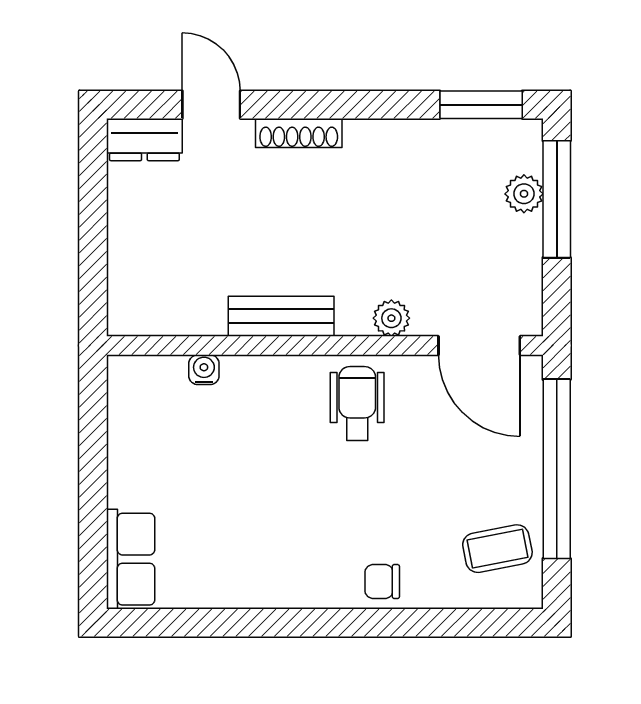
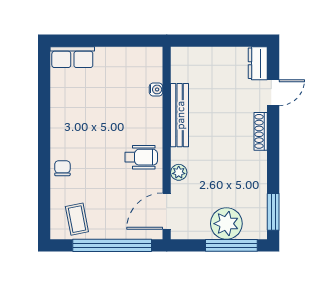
plant: (524, 194) -> (226, 224), width x1.88, depth x1.88
bench: (281, 316) -> (180, 115), width x1.36

